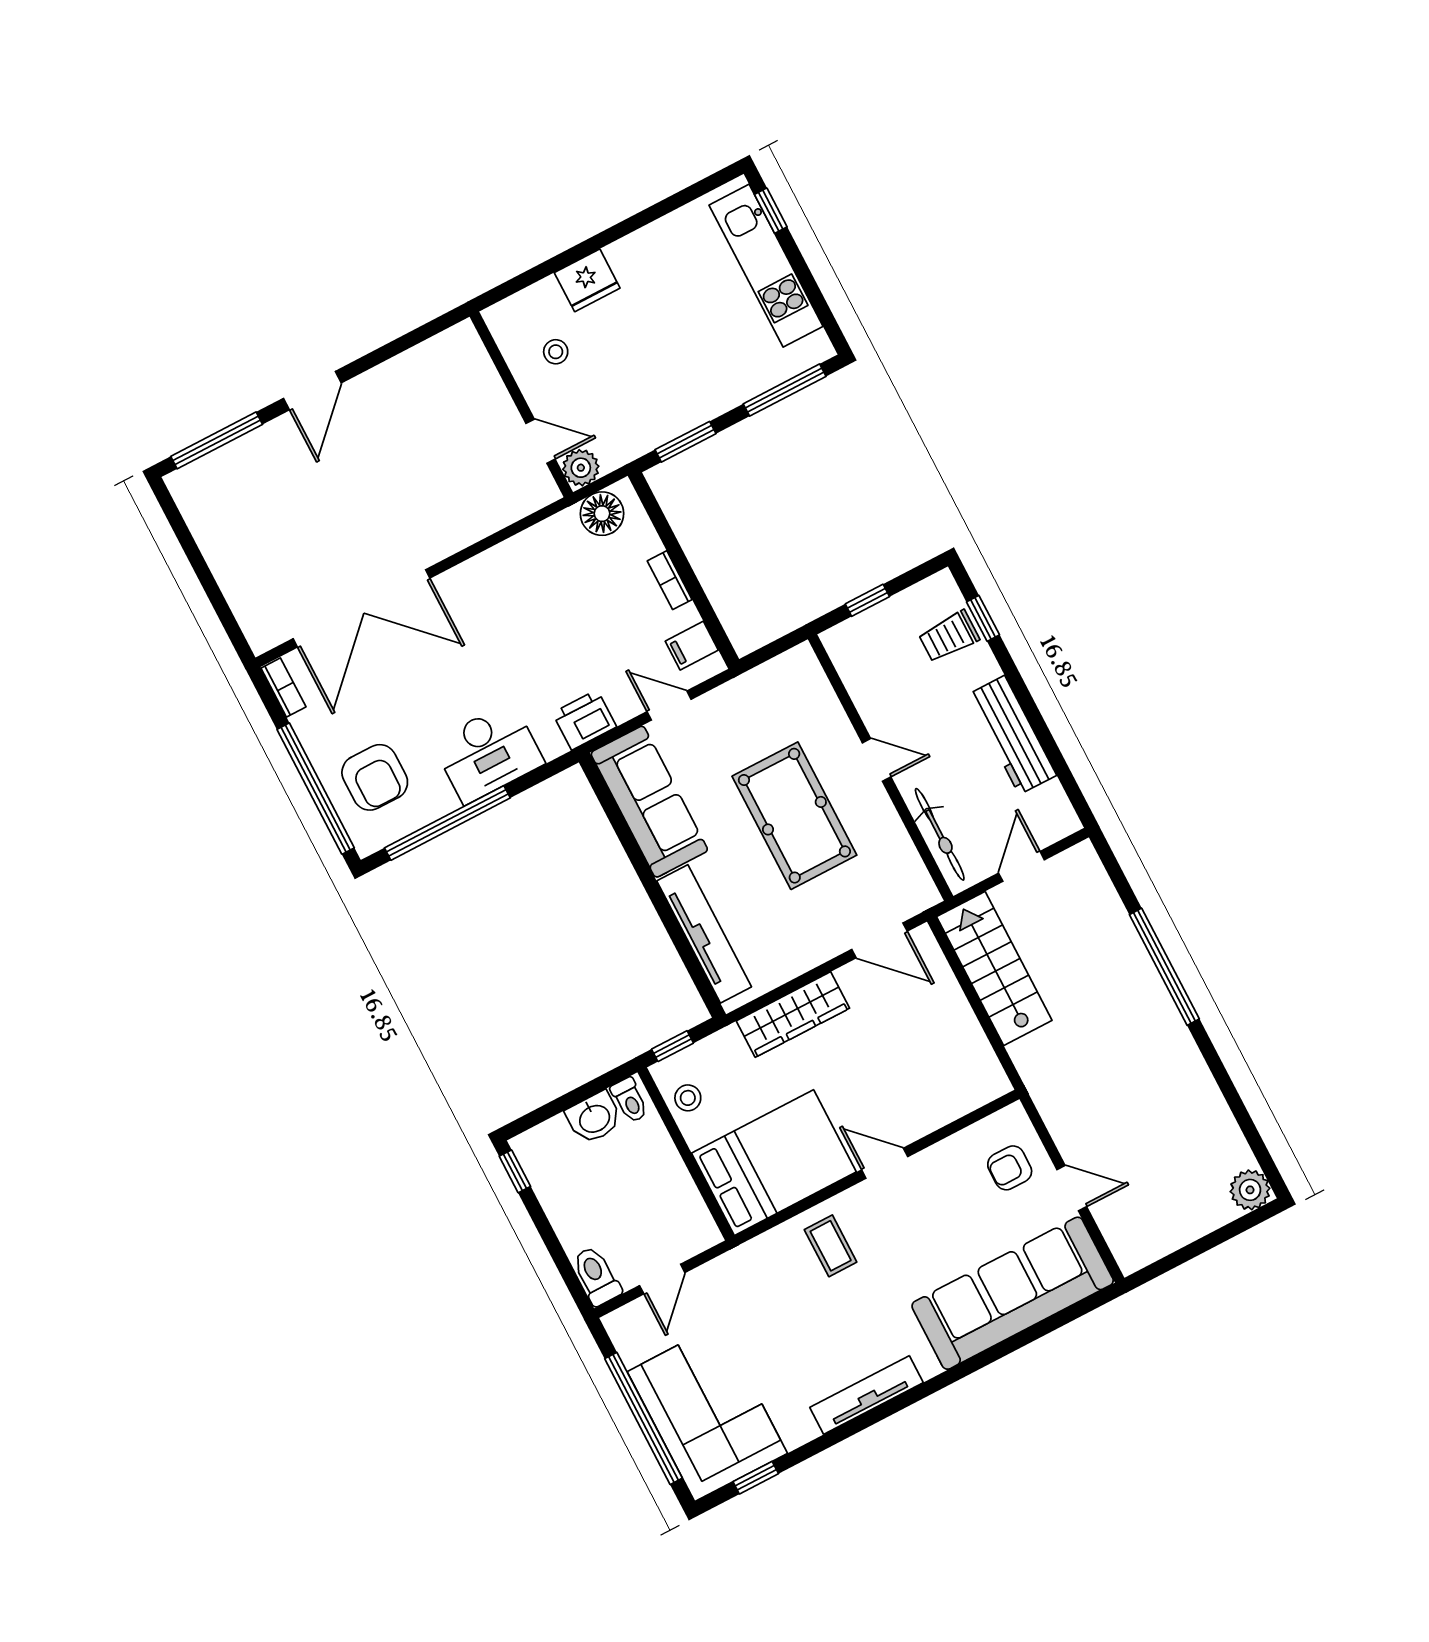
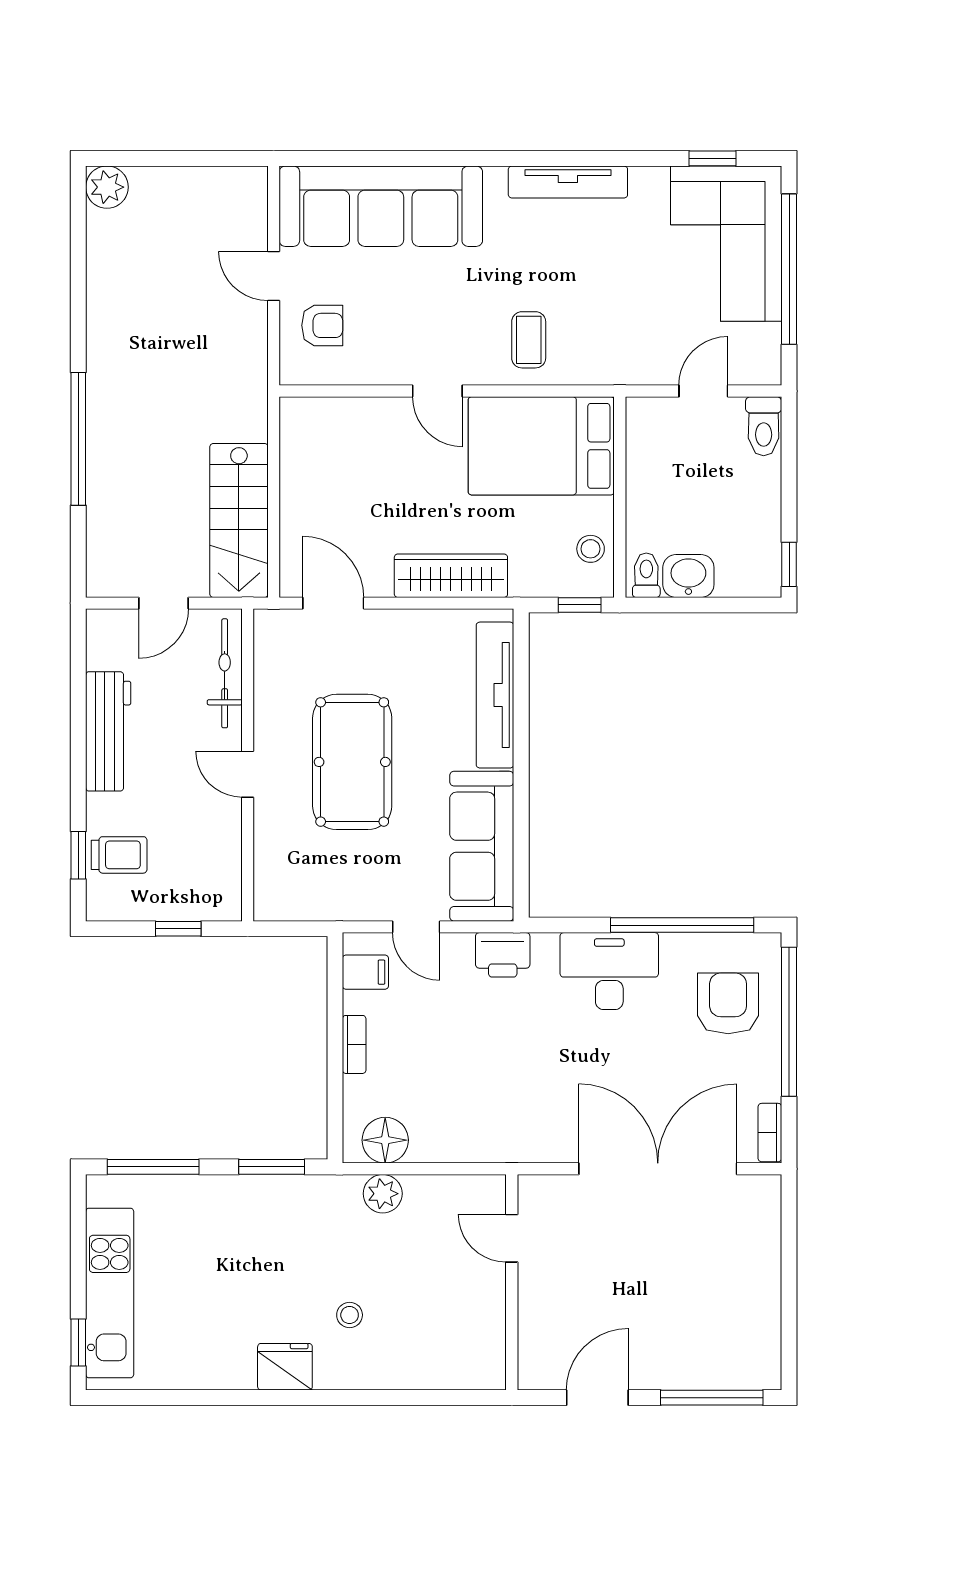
wall: (521, 404) -> (512, 1282), moved
door: (541, 441) -> (512, 1238), moved

